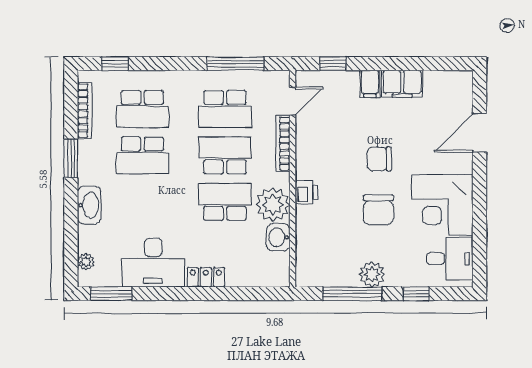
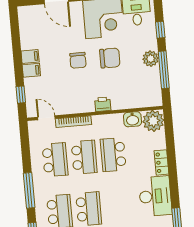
window: (235, 64) -> (29, 190), moved
filing cabinet: (402, 84) -> (30, 56), width x0.50
school desk: (225, 155) -> (84, 157), turned 180
plant: (273, 205) -> (153, 121), moved

